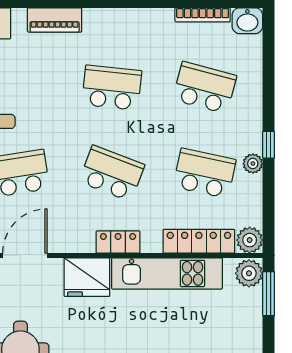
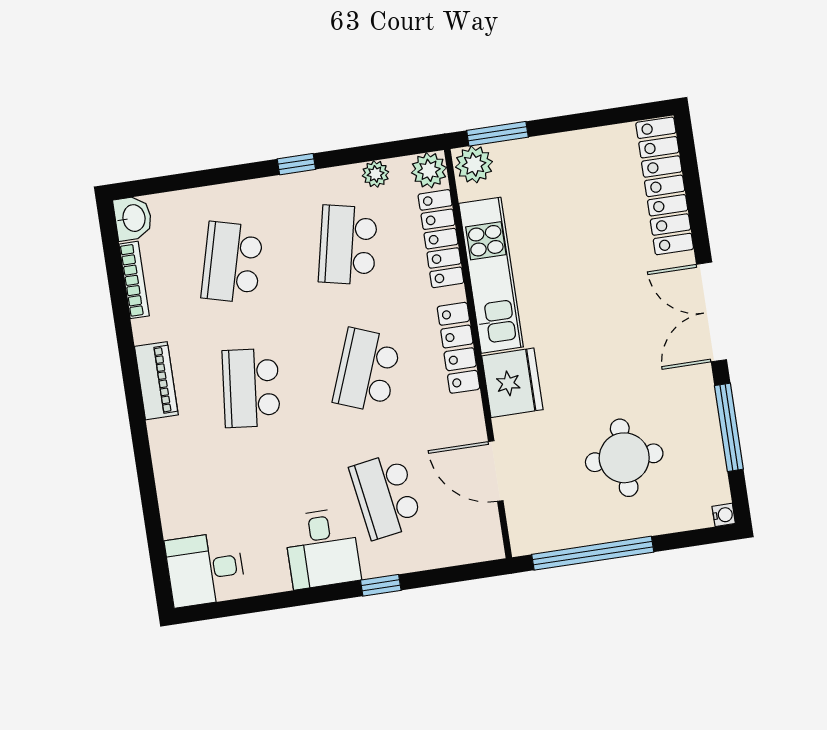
piano: (55, 20) -> (156, 381), moved
plant: (253, 164) -> (376, 174), moved
locker: (118, 242) -> (459, 348), width x1.53

